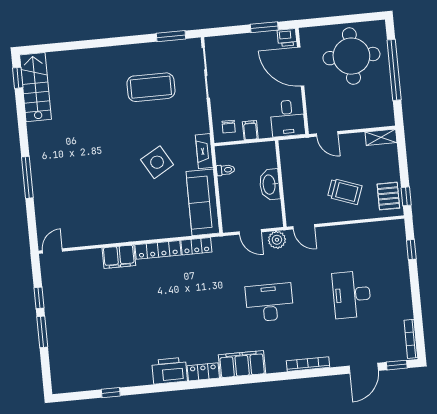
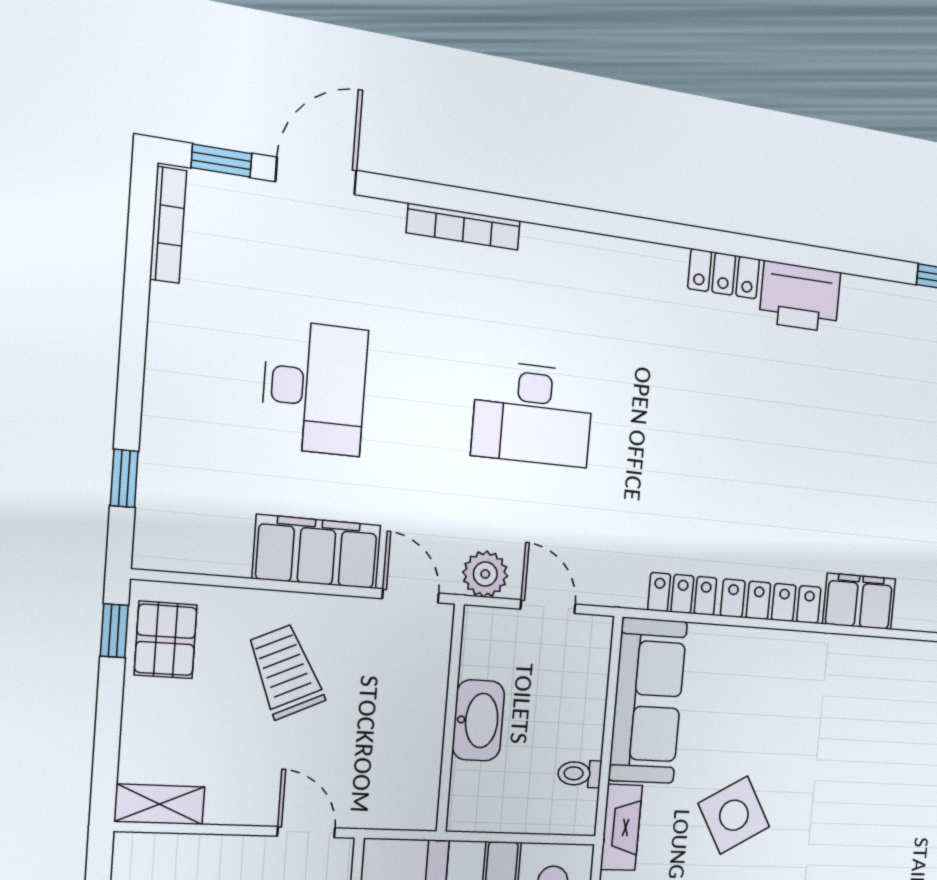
trolley: (345, 191) -> (286, 672), turned 45
filing cabinet: (242, 364) -> (317, 552), moved, turned 180

